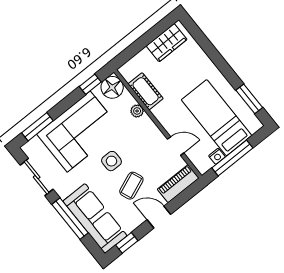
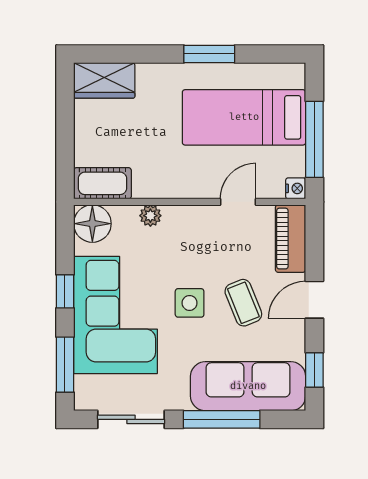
wardrobe: (167, 43) -> (104, 80), moved, turned 90
window: (90, 84) -> (65, 291), moved
cot: (146, 91) -> (102, 183), moved
window: (249, 99) -> (209, 54), moved
nightstand: (217, 156) -> (296, 188), moved

